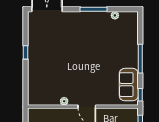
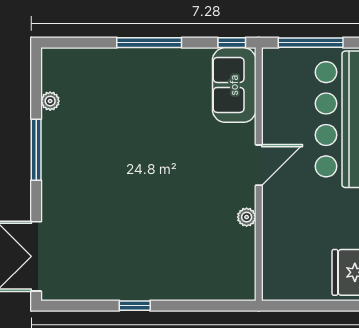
sofa: (129, 85) -> (234, 85), moved, turned 90

